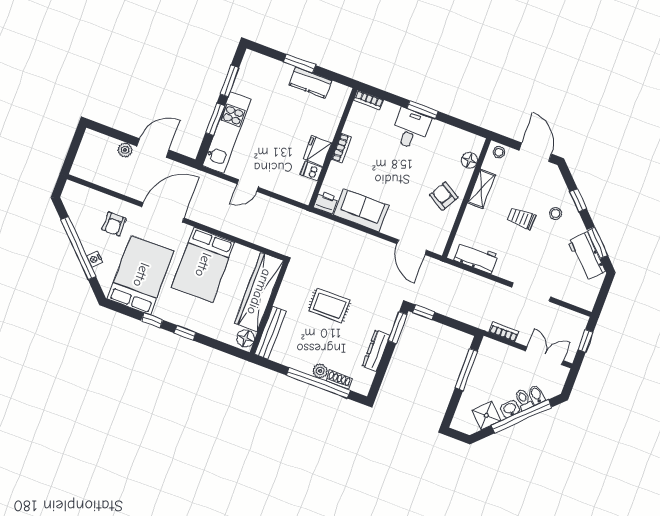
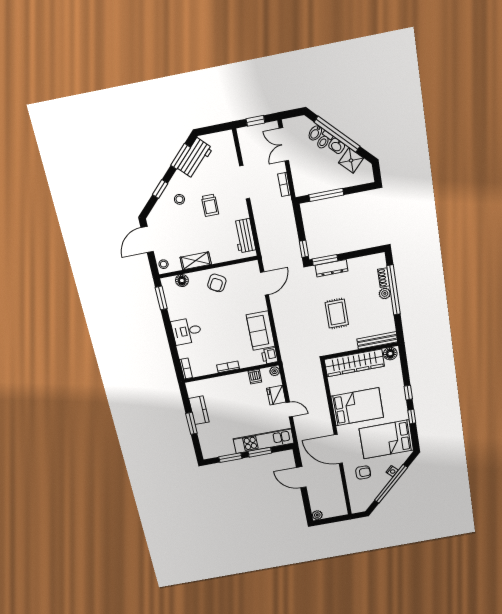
window: (423, 110) -> (161, 298), moved
plant: (125, 150) -> (317, 515), moved
fridge: (318, 151) -> (276, 395), moved, turned 90
plant: (304, 197) -> (275, 371), added
trolley: (521, 218) -> (210, 205), moved
dresser: (376, 351) -> (332, 268), moved

